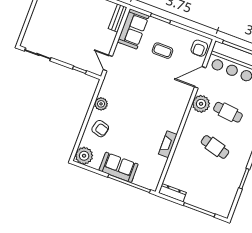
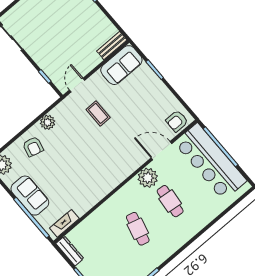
coffee table: (162, 51) -> (98, 113), moved
fireplace: (168, 144) -> (64, 223), moved

